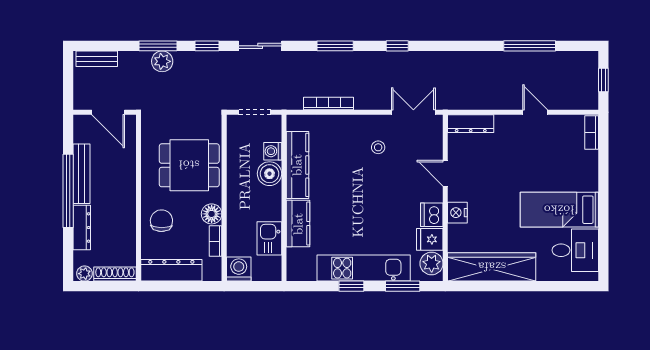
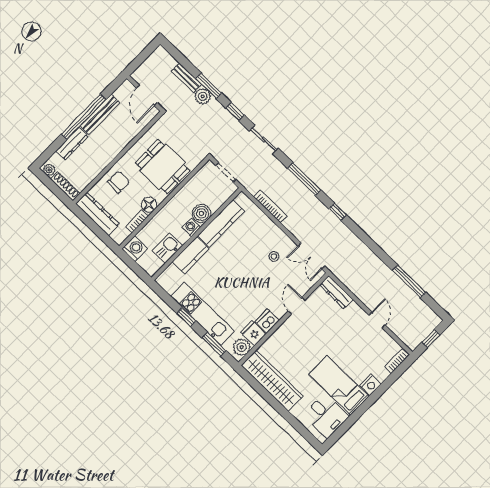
window: (335, 46) -> (304, 179), width x1.44
bench: (97, 59) -> (186, 78), moved
double door: (413, 112) -> (311, 256), swing flipped
washing machine: (273, 151) -> (191, 227), moved
nightstand: (457, 213) -> (370, 385), moved, turned 180

